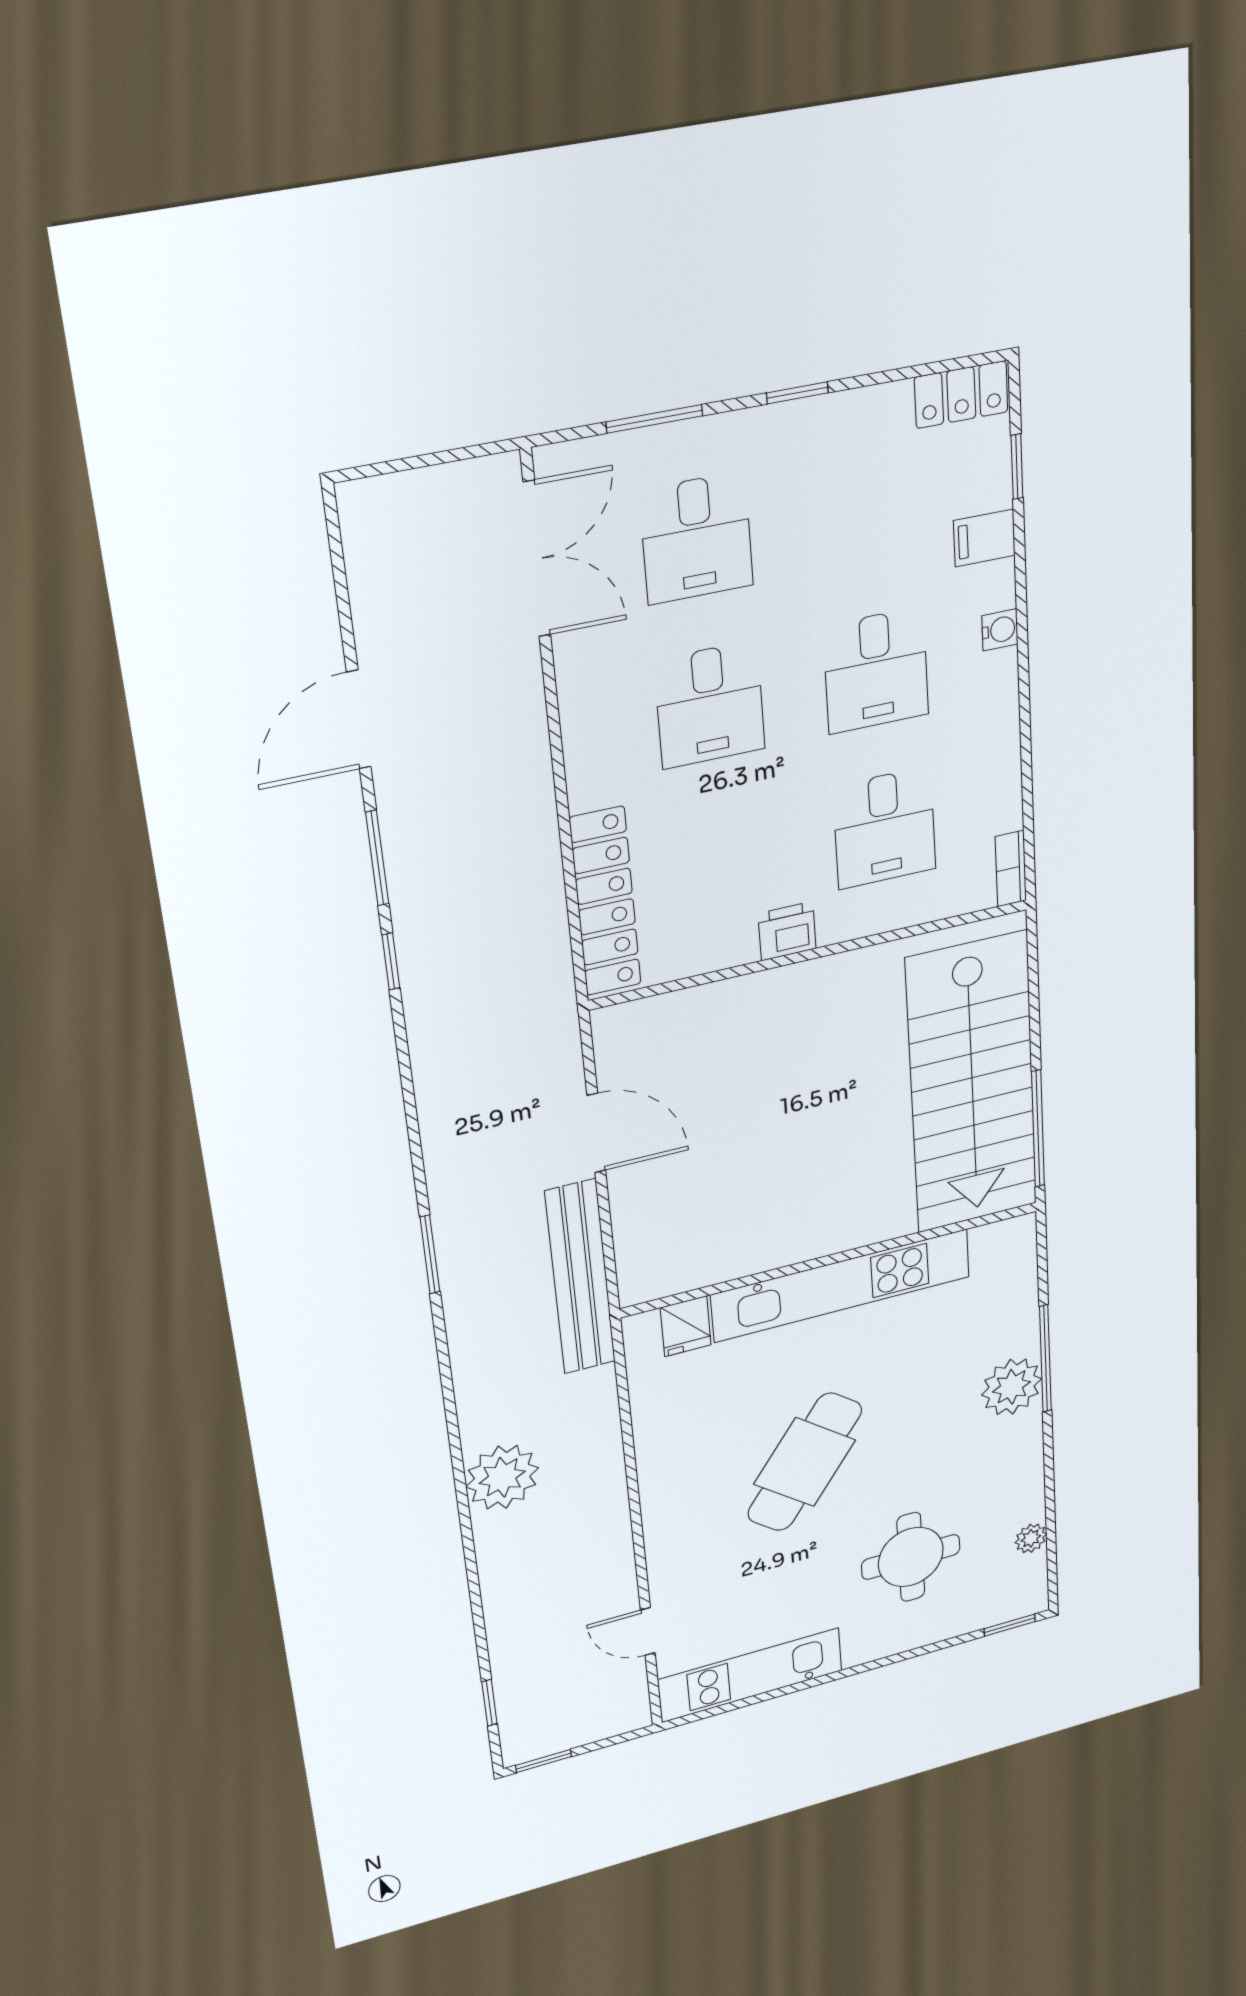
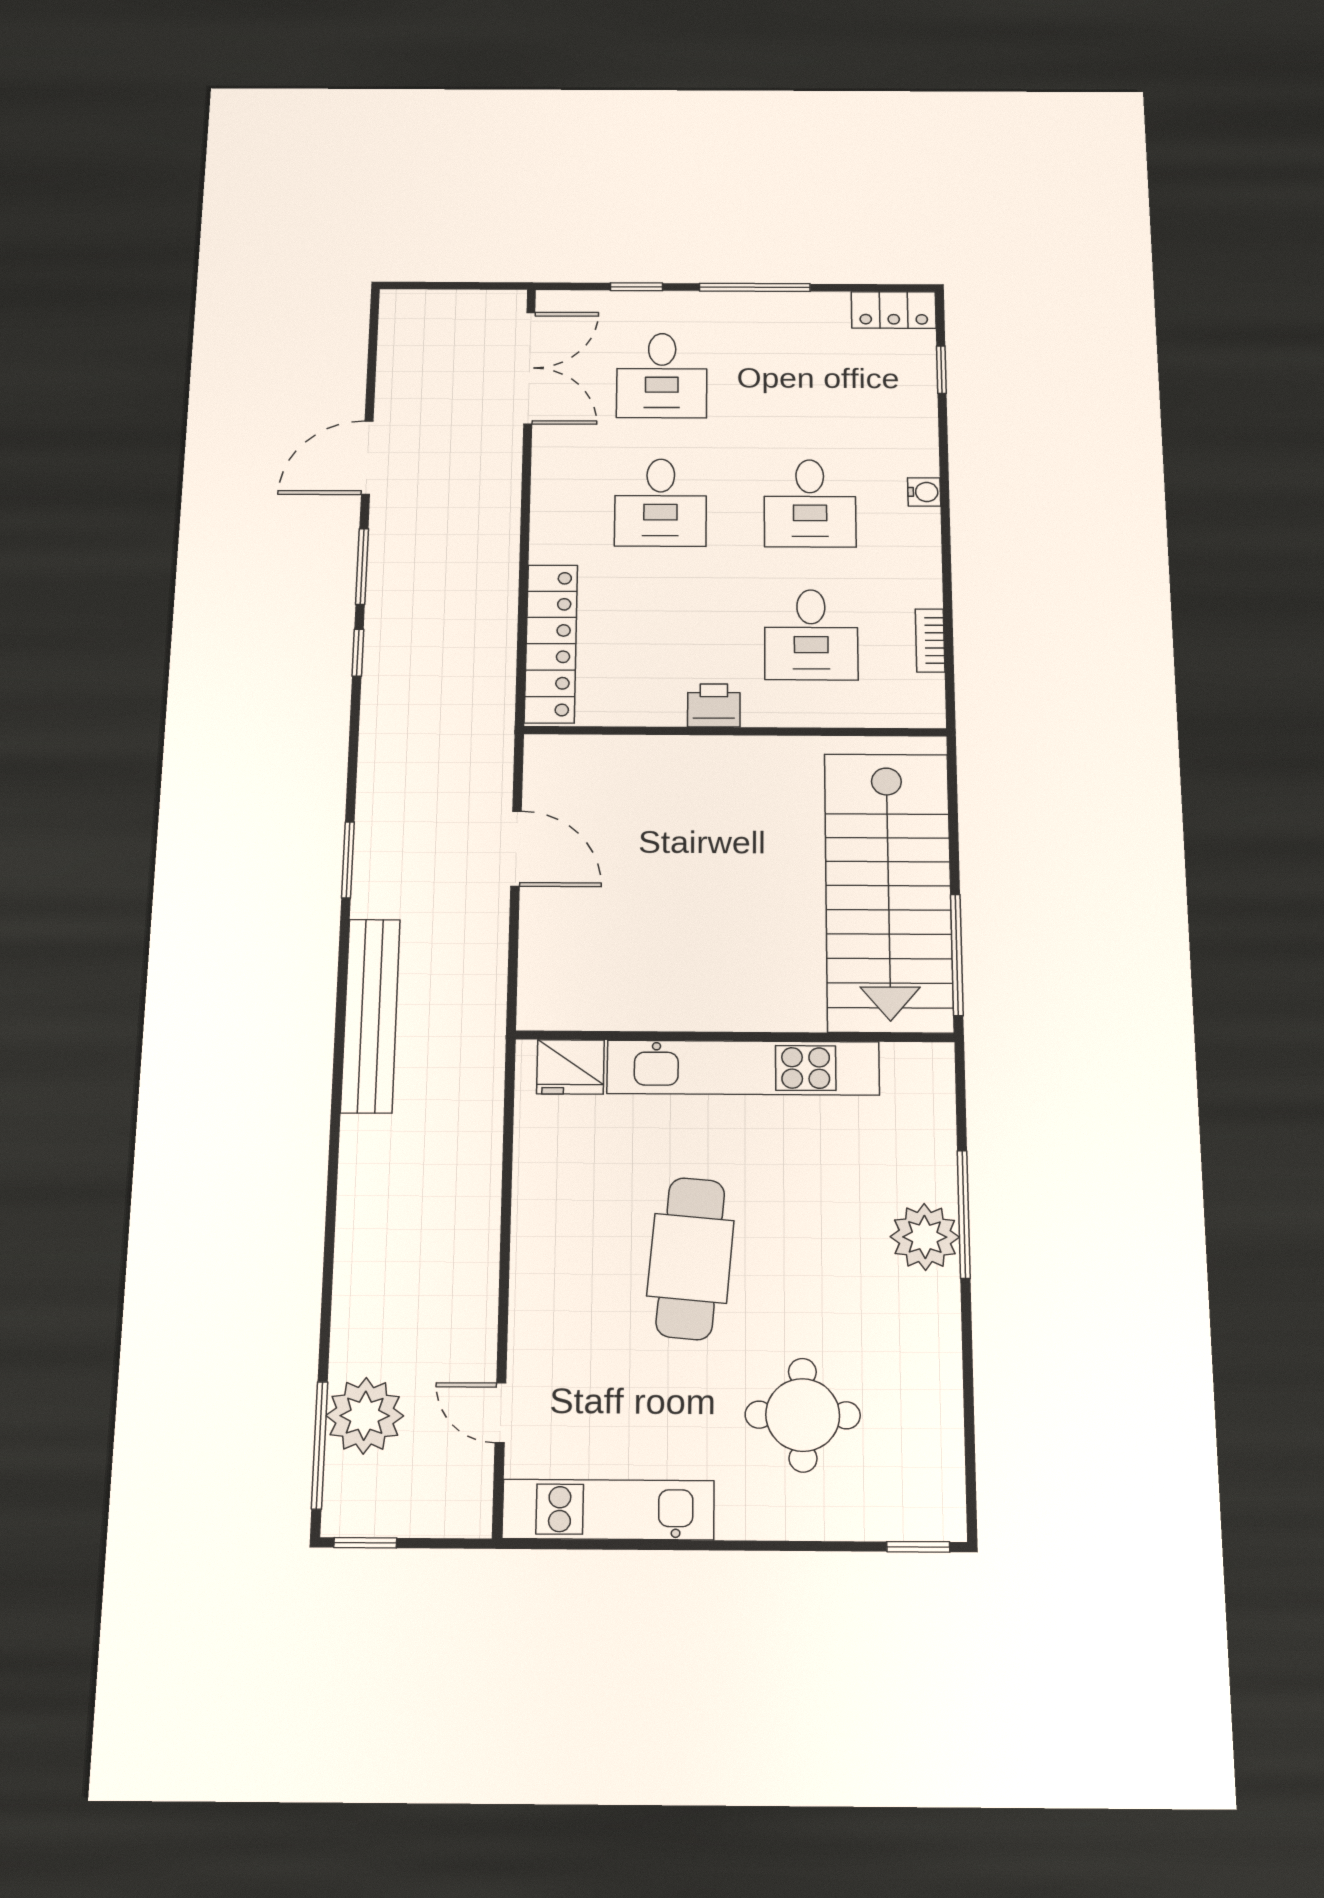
window: (797, 393) -> (755, 287), width x2.17
window: (654, 419) -> (636, 287), width x0.67
filing cabinet: (984, 538) -> (911, 418), removed
bookcase: (1011, 869) -> (930, 640), moved
window: (430, 1254) -> (348, 860), moved
bench: (580, 1277) -> (371, 1015), moved
fridge: (686, 1326) -> (570, 1067), width x1.38
cafe table: (805, 1462) -> (690, 1258), turned -32
plant: (502, 1477) -> (365, 1416), moved
plant: (1031, 1538) -> (945, 1436), removed
window: (489, 1703) -> (320, 1445), width x2.17

